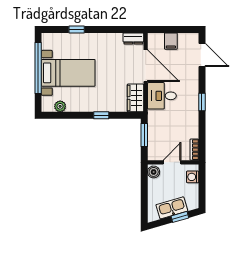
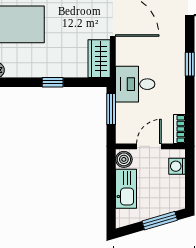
desk: (162, 96) -> (135, 84), moved
kitchen sink: (172, 208) -> (126, 189), moved, turned 106
window: (180, 217) -> (160, 221), width x1.50

